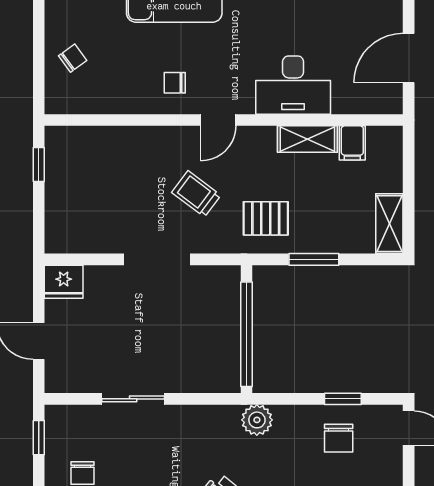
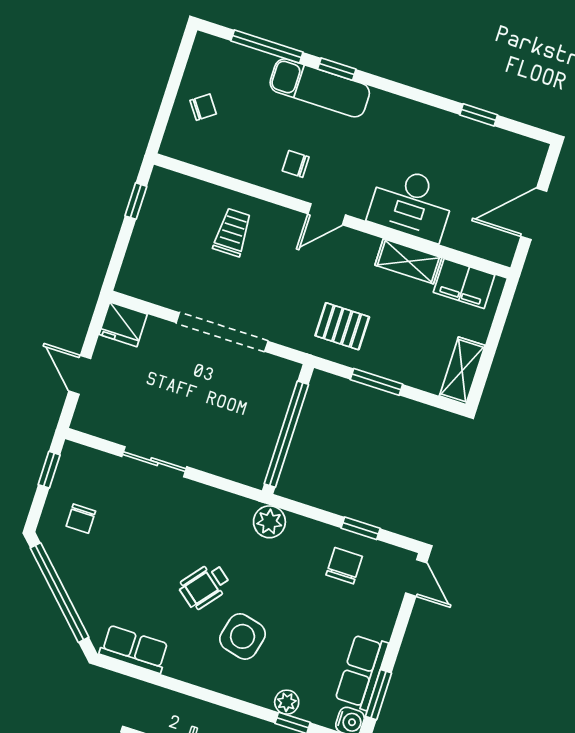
filing cabinet: (352, 143) -> (464, 284), width x2.00
trolley: (196, 194) -> (232, 232), moved, turned 53
doorway: (157, 259) -> (222, 332), width x1.36
chair: (339, 438) -> (344, 566), turned 180

